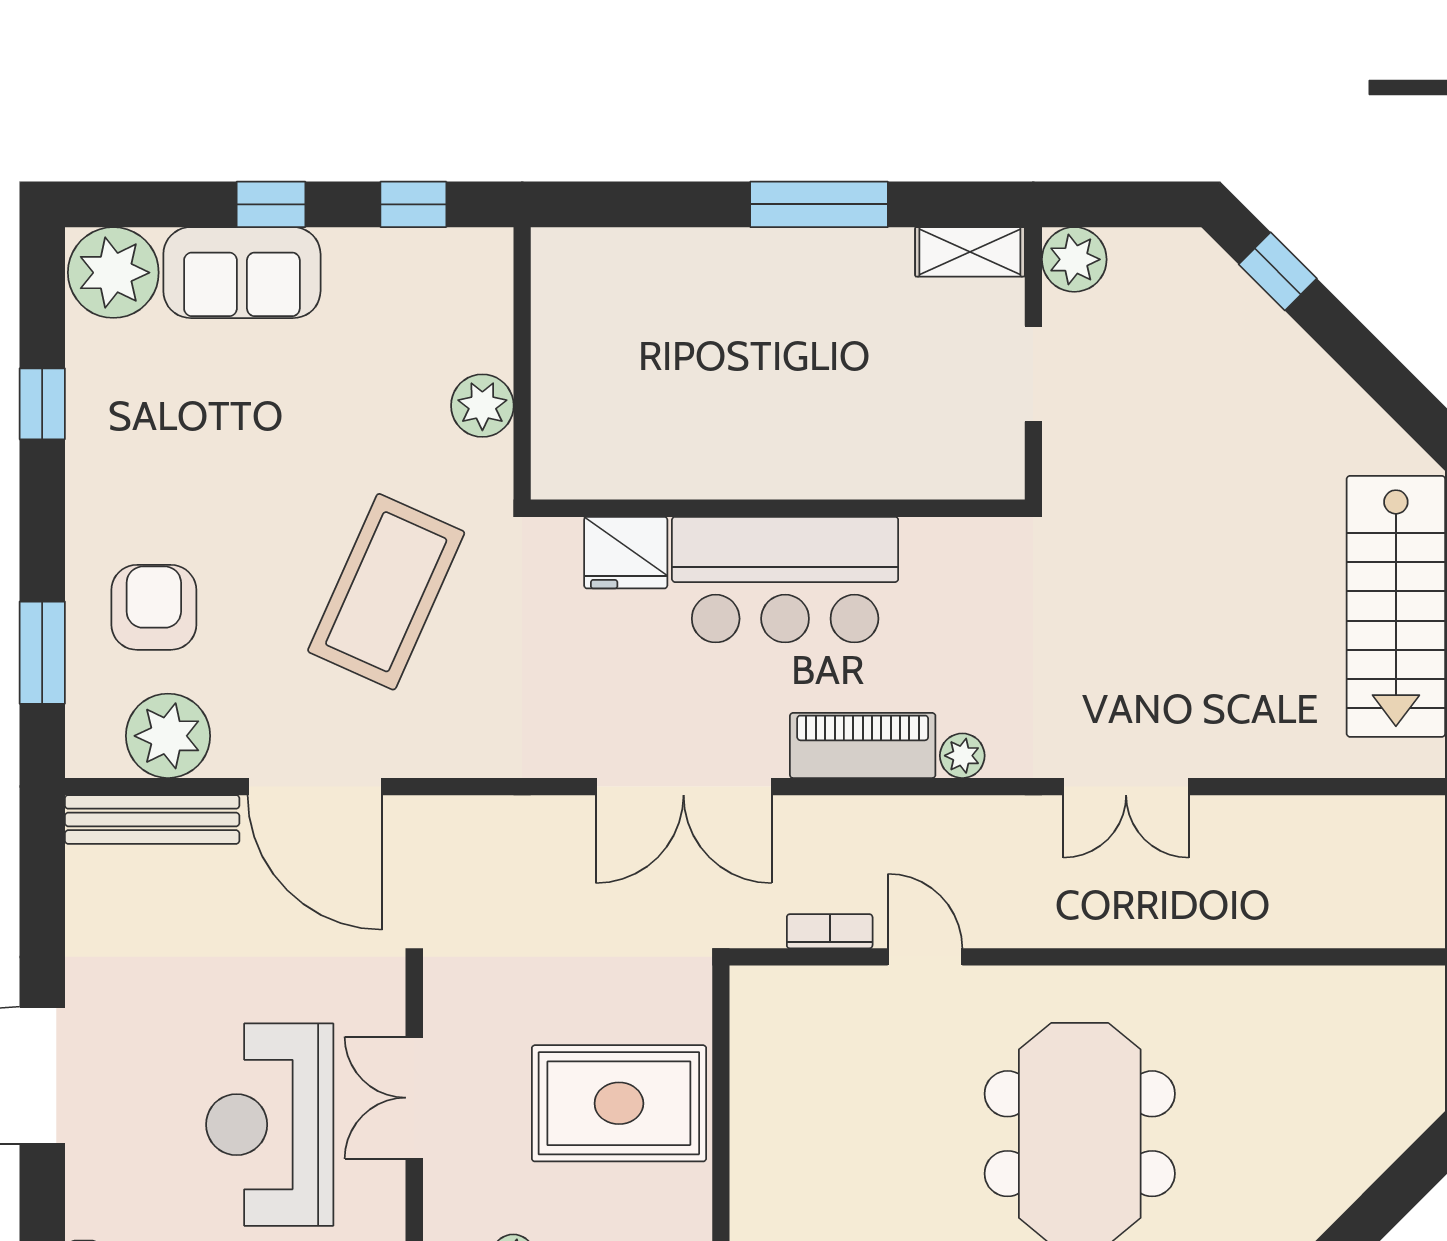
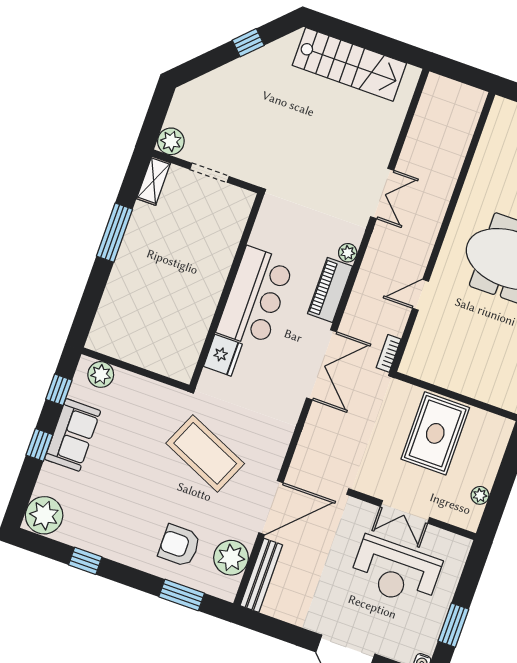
window: (1278, 271) -> (248, 43), moved
sofa: (242, 273) -> (73, 435), moved
plant: (482, 406) -> (101, 374), moved
bookcase: (830, 931) -> (389, 353), moved

